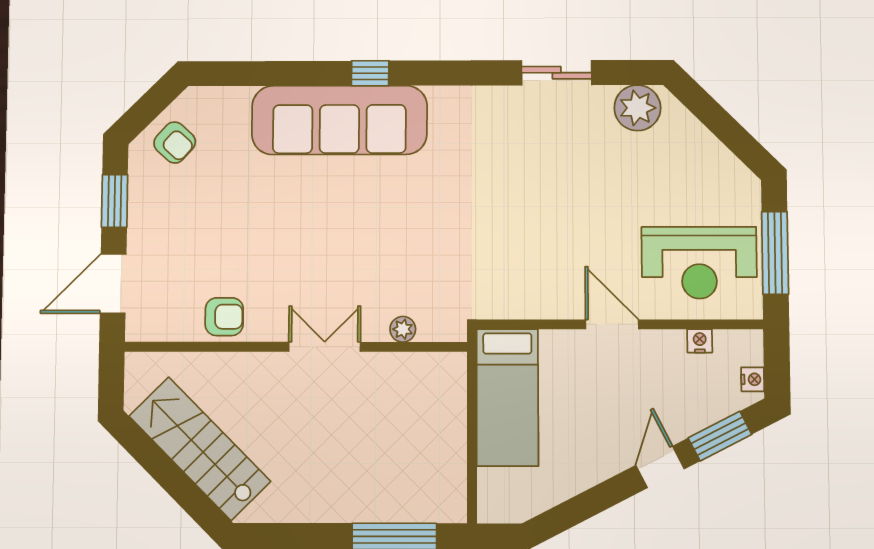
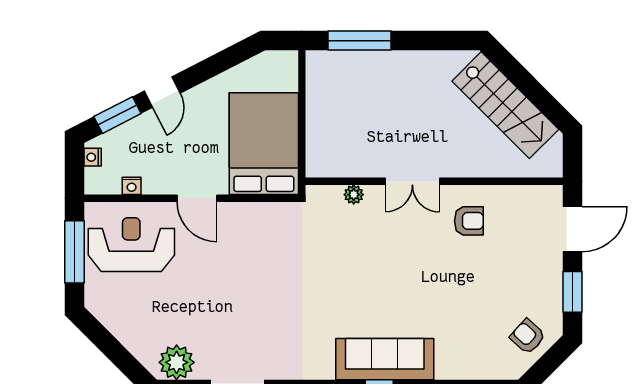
sofa: (339, 120) -> (385, 359), width x0.74, depth x0.79
armchair: (224, 317) -> (469, 221), moved, turned 180
bed: (507, 397) -> (264, 144), width x1.50

